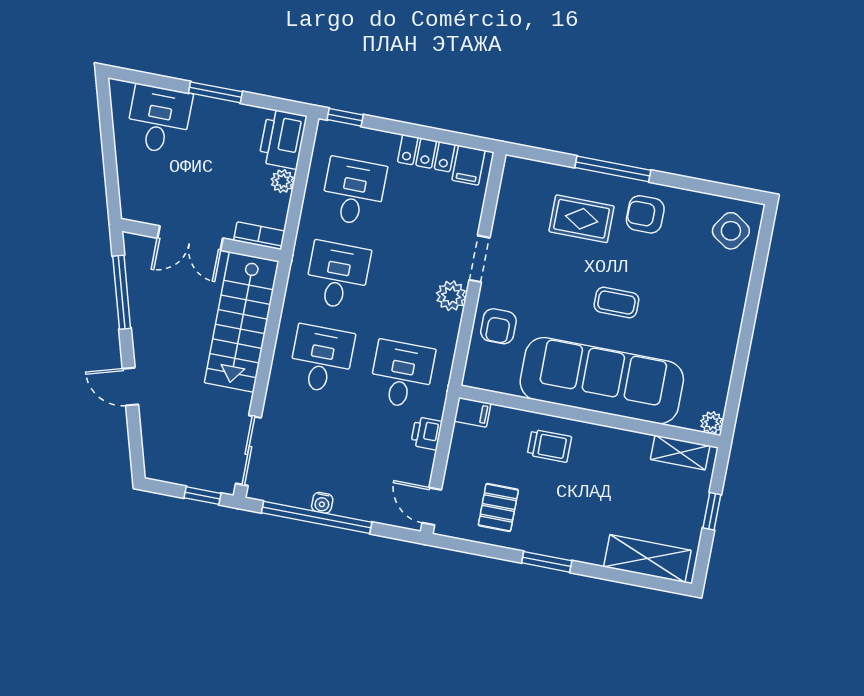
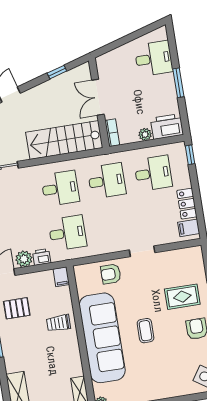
rug: (582, 219) -> (182, 297), turned 90
window: (122, 292) -> (57, 72), width x0.46
plant: (451, 296) -> (24, 259), moved
trolley: (549, 446) -> (58, 323), turned 90

